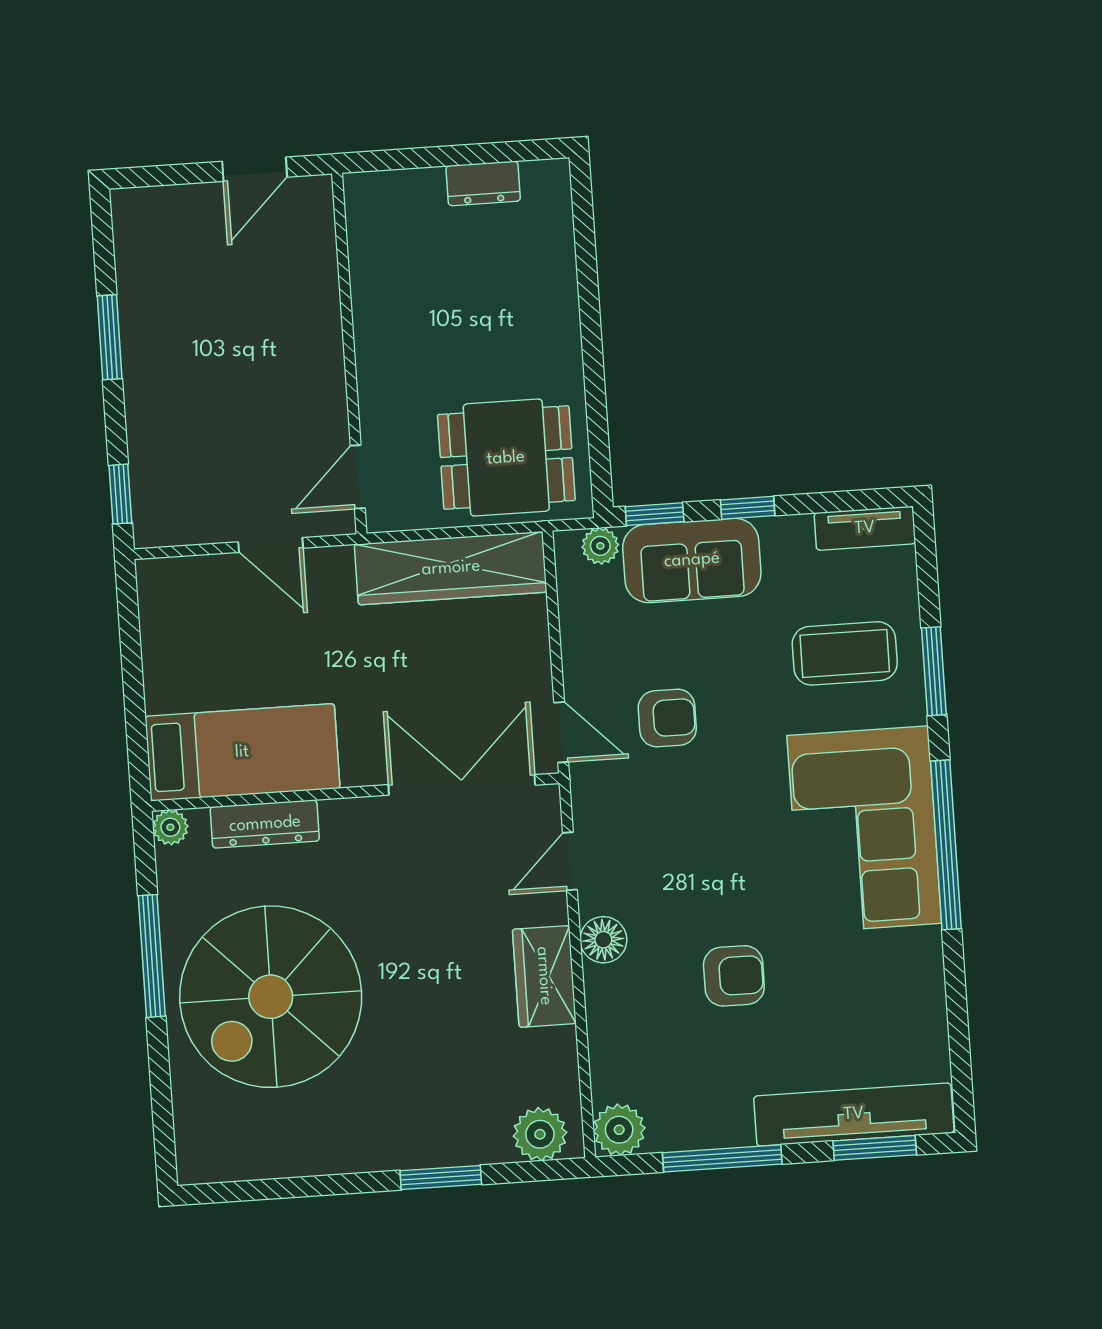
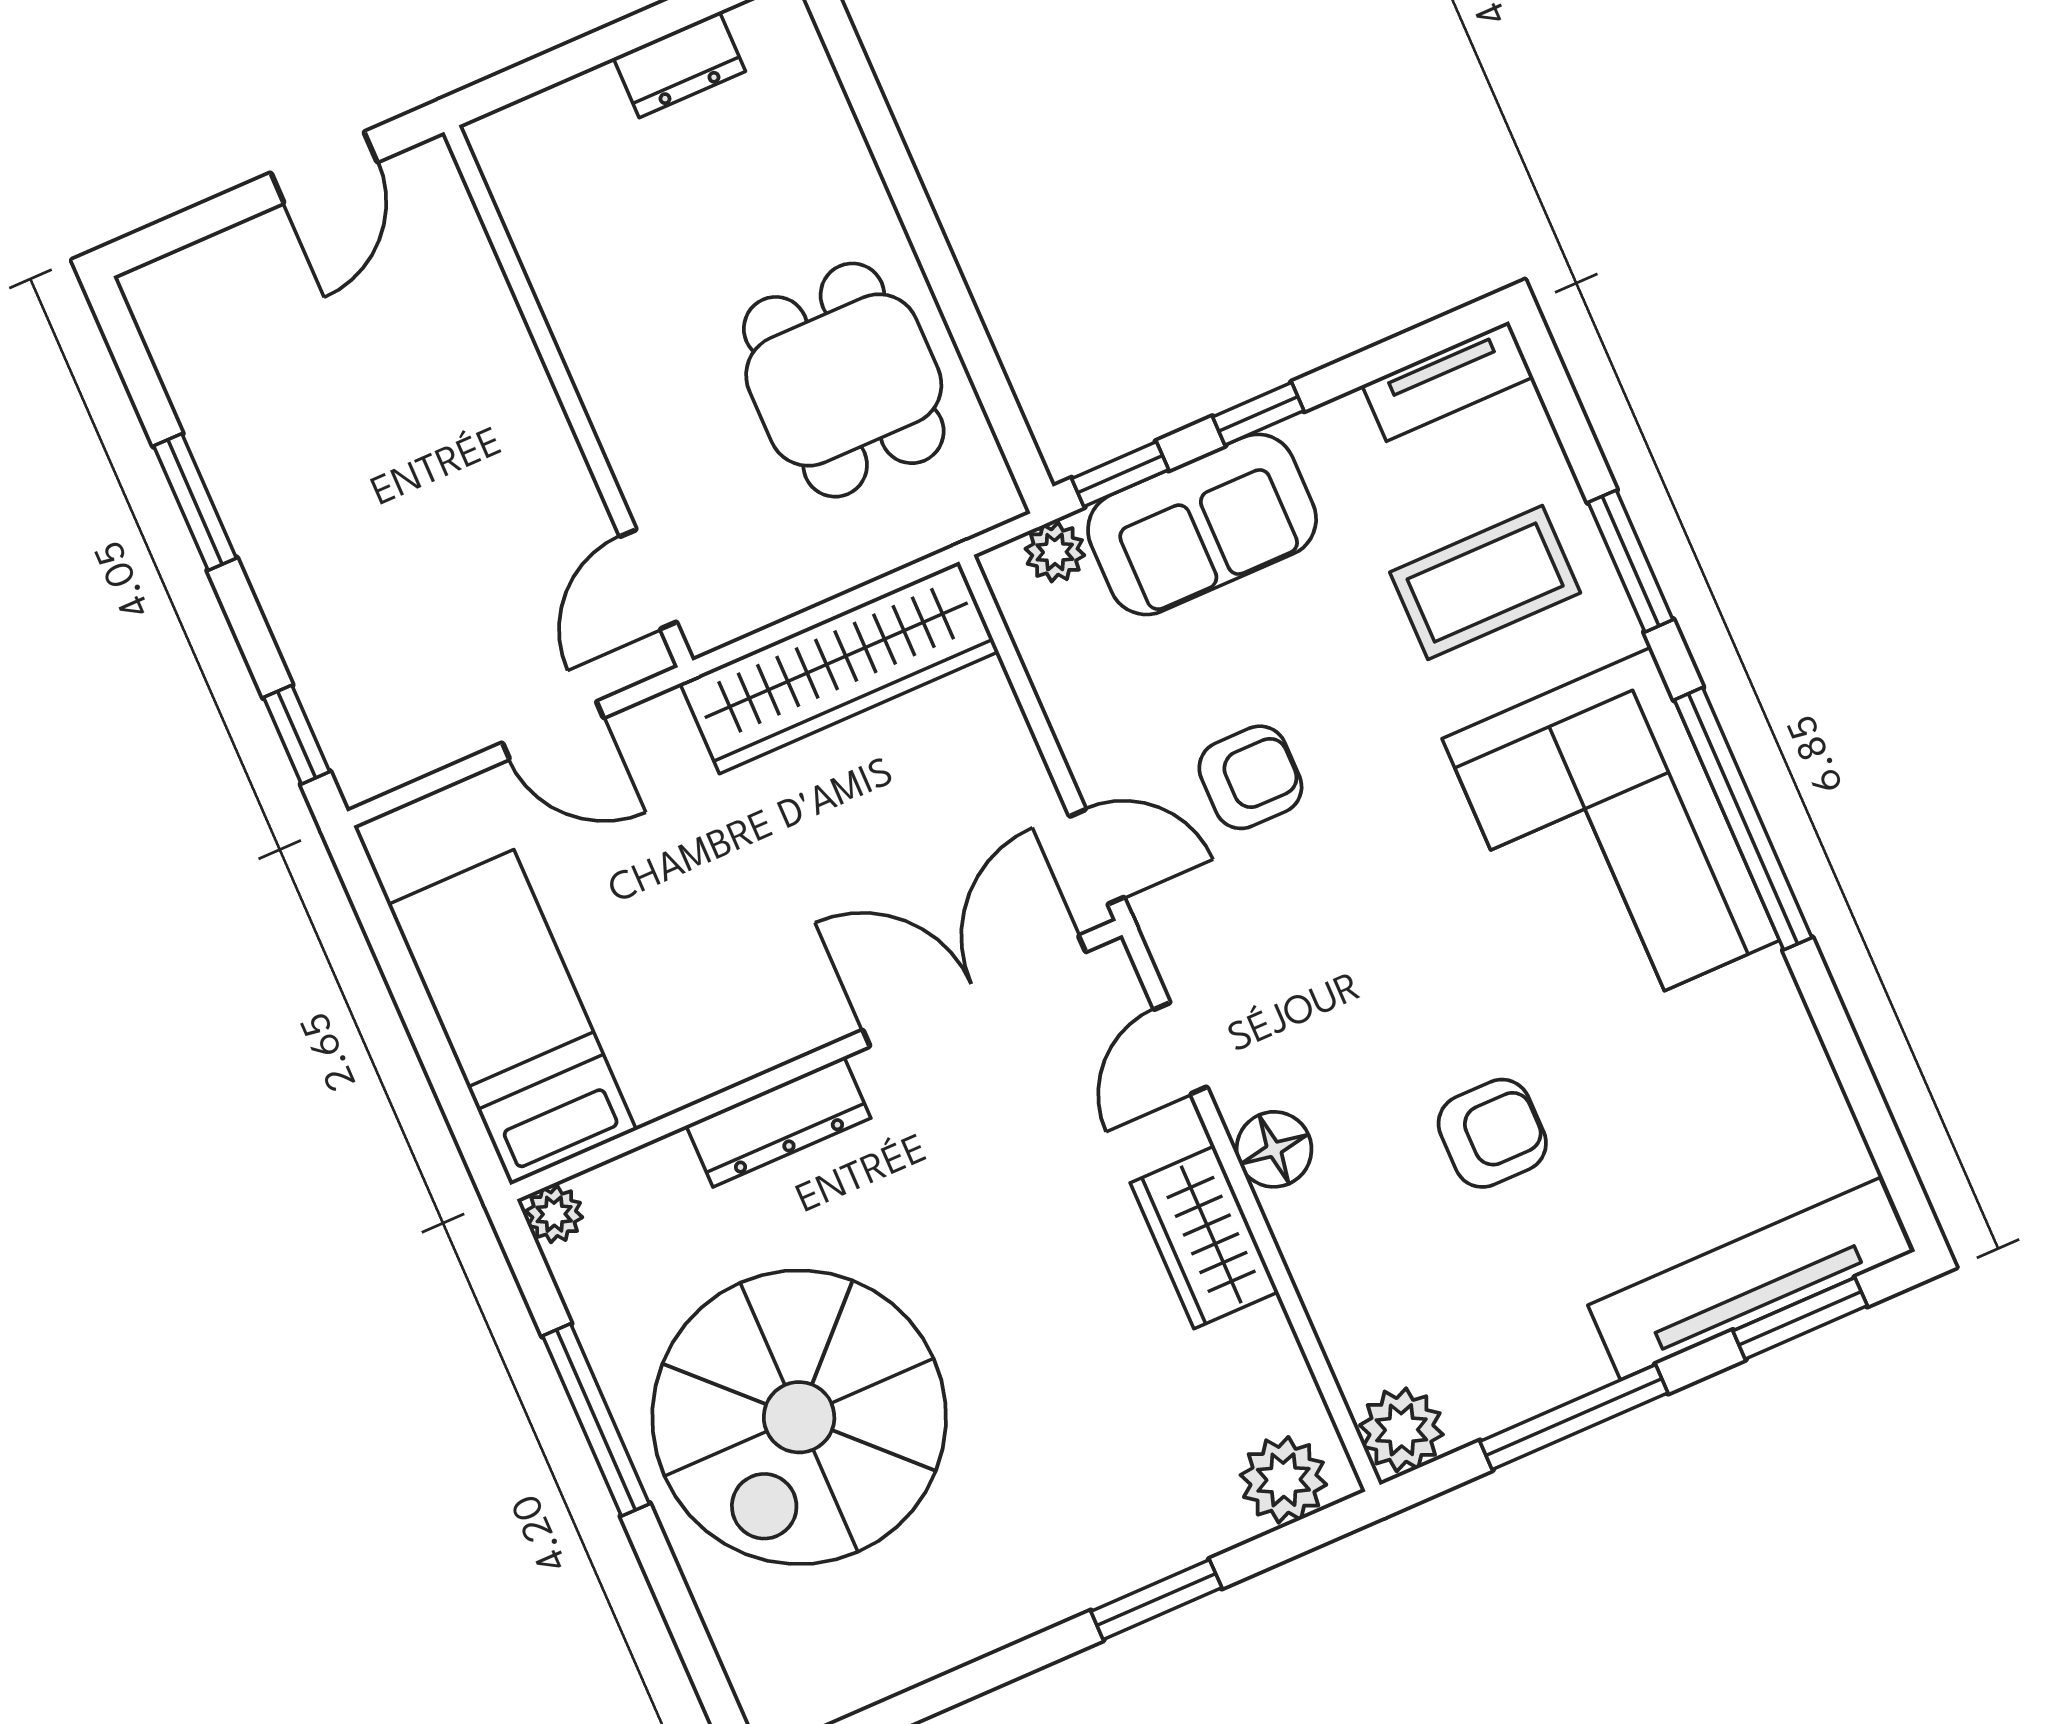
dining table: (506, 458) -> (844, 380), moved, turned 90
bed: (242, 752) -> (512, 1017), moved, turned -90
dresser: (265, 824) -> (778, 1122), moved

